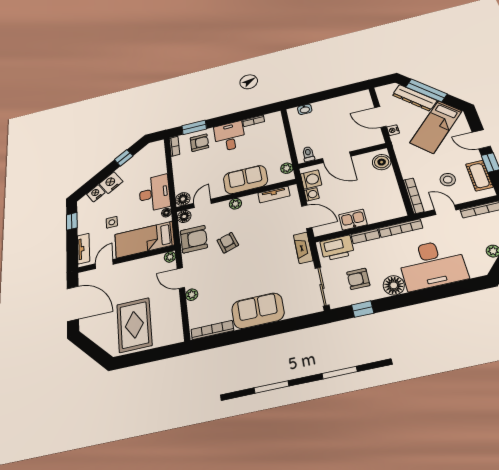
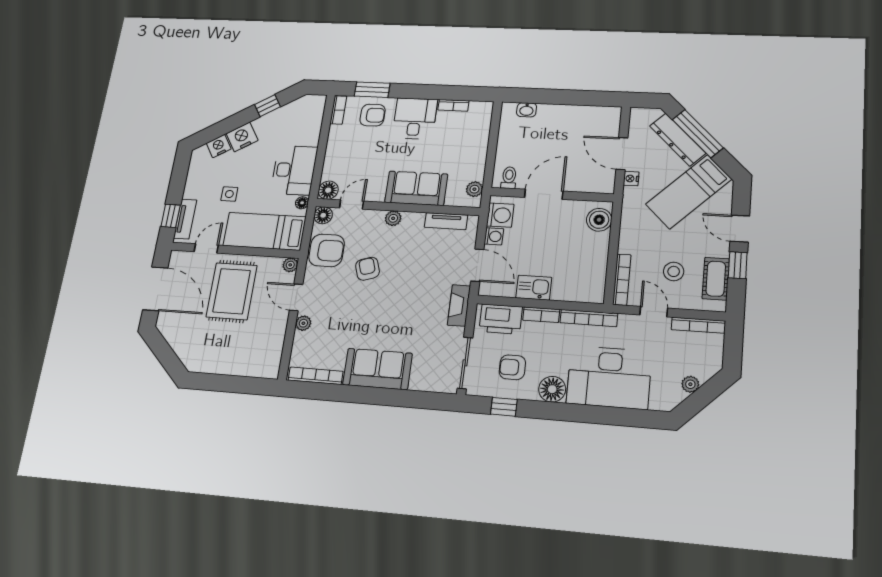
door: (337, 157) -> (544, 194), swing flipped
window: (72, 221) -> (171, 216), moved
rug: (134, 325) -> (232, 291), moved

